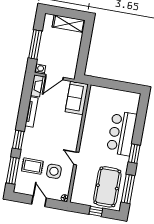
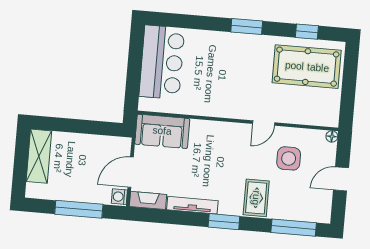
door: (54, 77) -> (131, 172), swing flipped
bar counter: (122, 133) -> (162, 62), moved, turned -90
window: (18, 140) -> (224, 222), moved
rug: (32, 166) -> (256, 198), moved
window: (128, 189) -> (307, 32), width x0.46
window: (96, 211) -> (349, 82), removed

